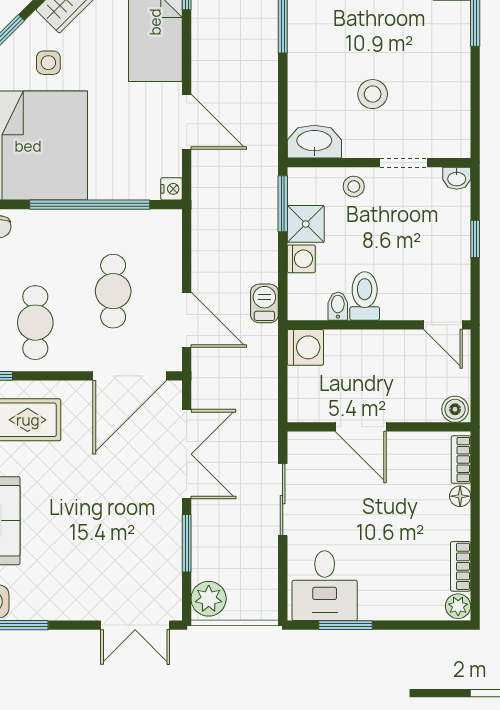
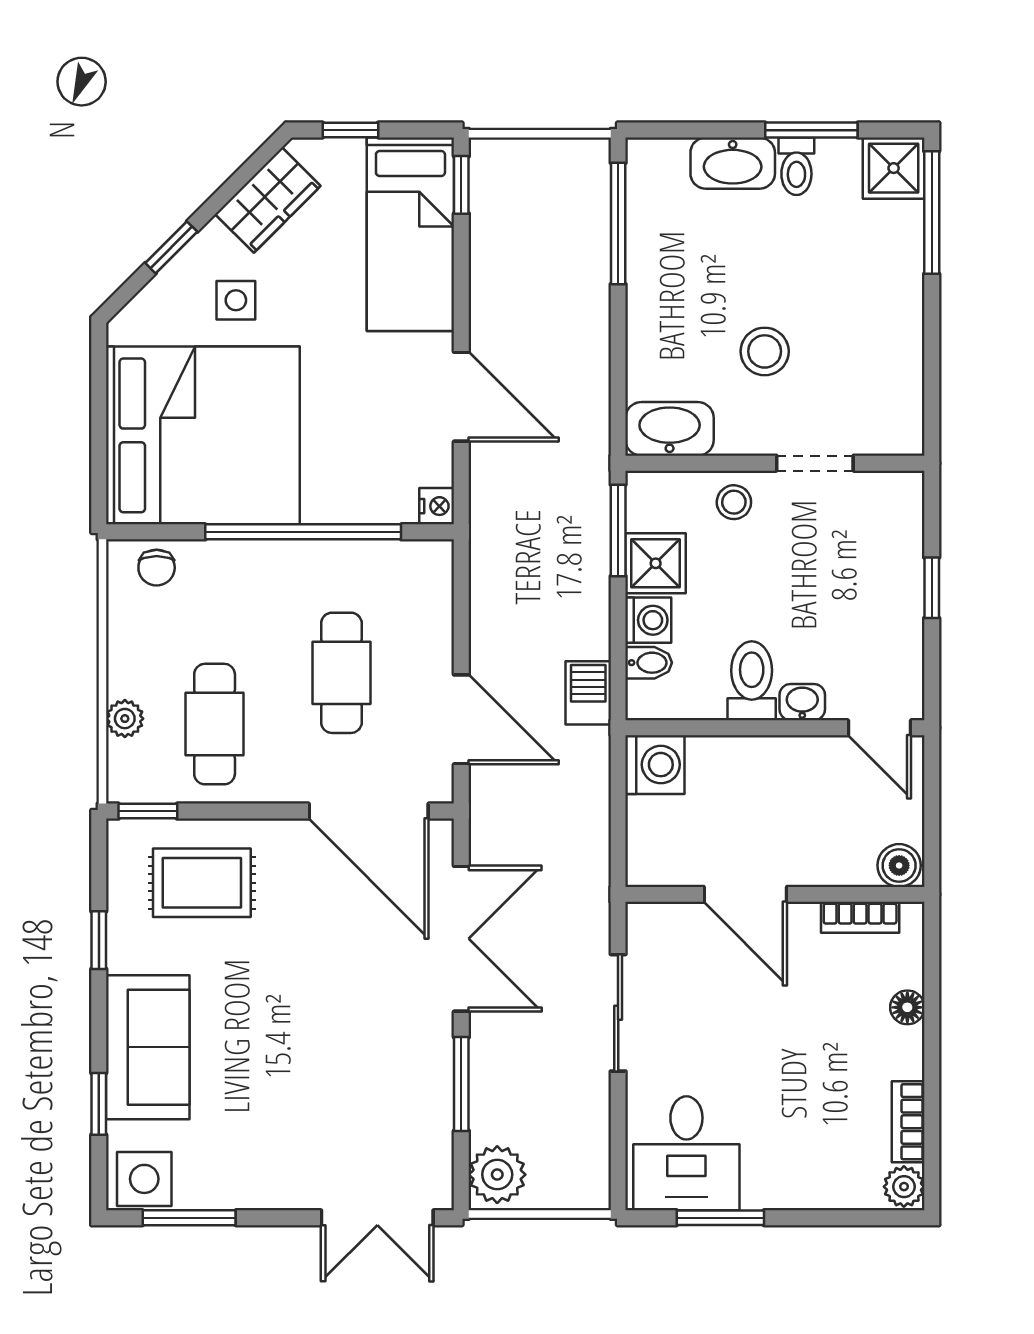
washbasin: (457, 178) -> (802, 702), moved, turned 180
bidet: (338, 306) -> (649, 663), moved, turned 90
door: (130, 376) -> (369, 811), hinge flipped
bookcase: (461, 459) -> (860, 917), moved, turned -90

